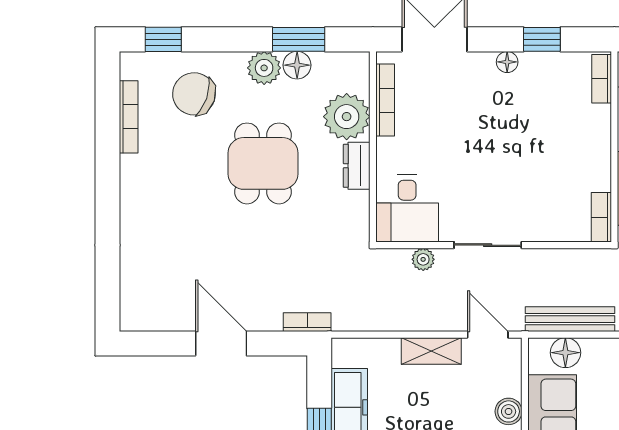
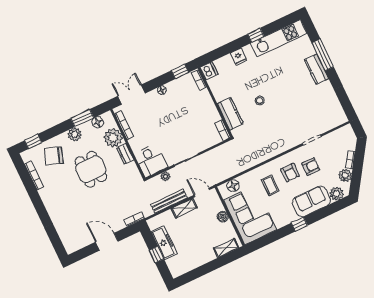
window: (542, 39) -> (180, 71), moved
floor lamp: (297, 65) -> (98, 122), moved
bench: (570, 319) -> (169, 201), moved

